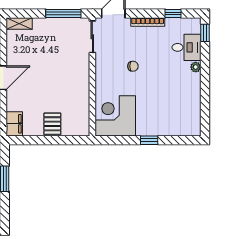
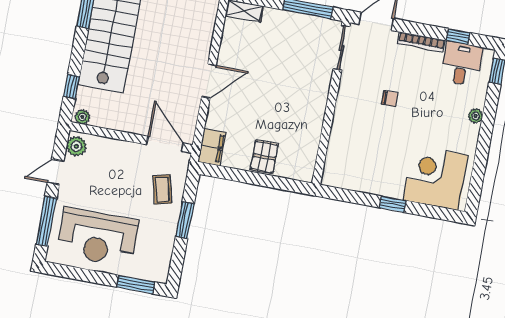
desk: (186, 47) -> (462, 64), moved, turned -90
corner desk: (115, 116) -> (436, 178), moved

